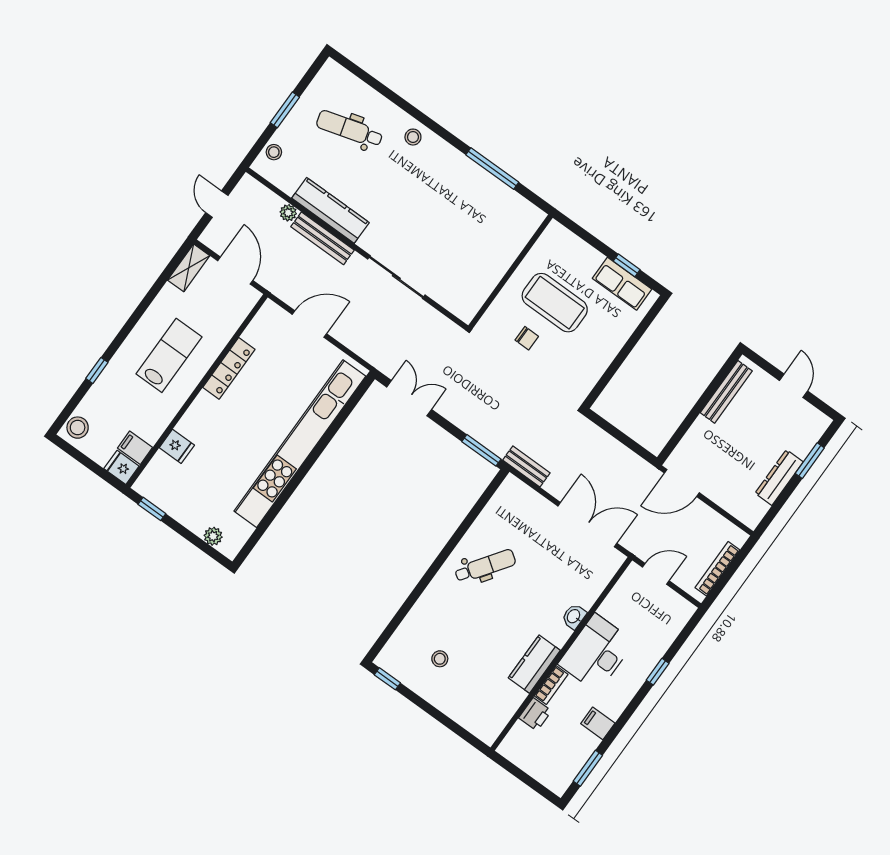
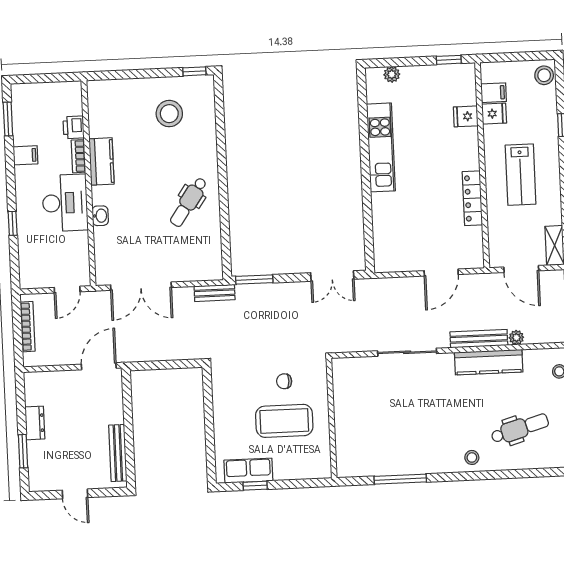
kitchen unit: (300, 444) -> (381, 147), width x0.54
fridge: (121, 467) -> (494, 114), moved
dresser: (779, 478) -> (35, 423), width x0.70
stool: (440, 659) -> (169, 114), width x1.89, depth x1.89

